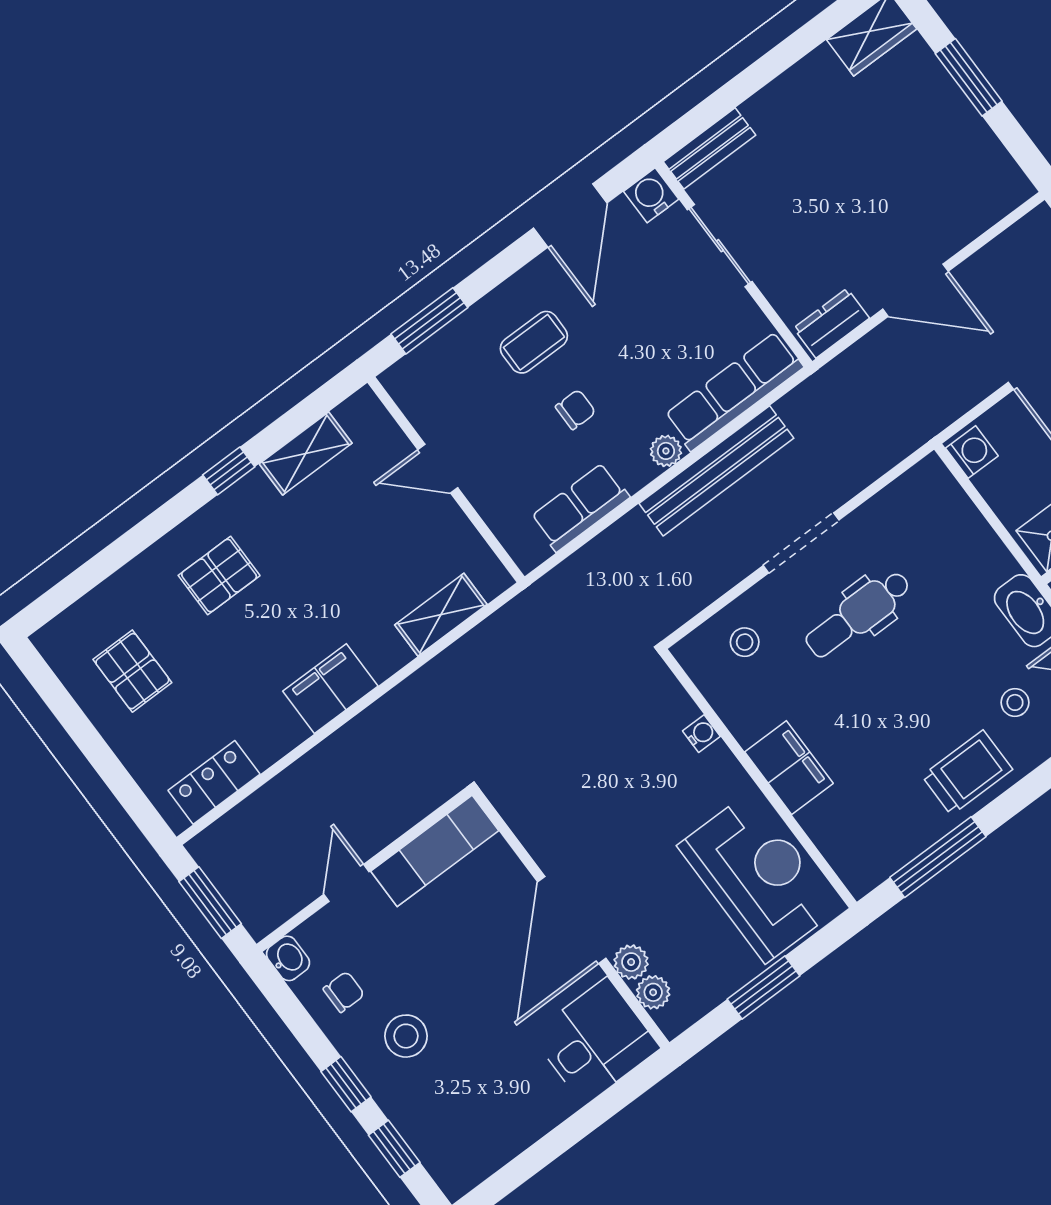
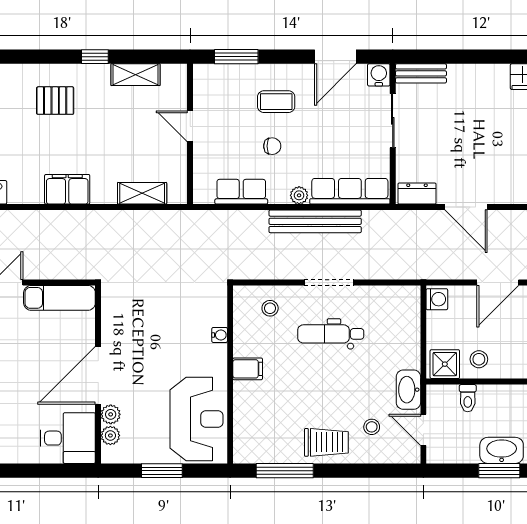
filing cabinet: (789, 768) -> (248, 369), width x0.50

